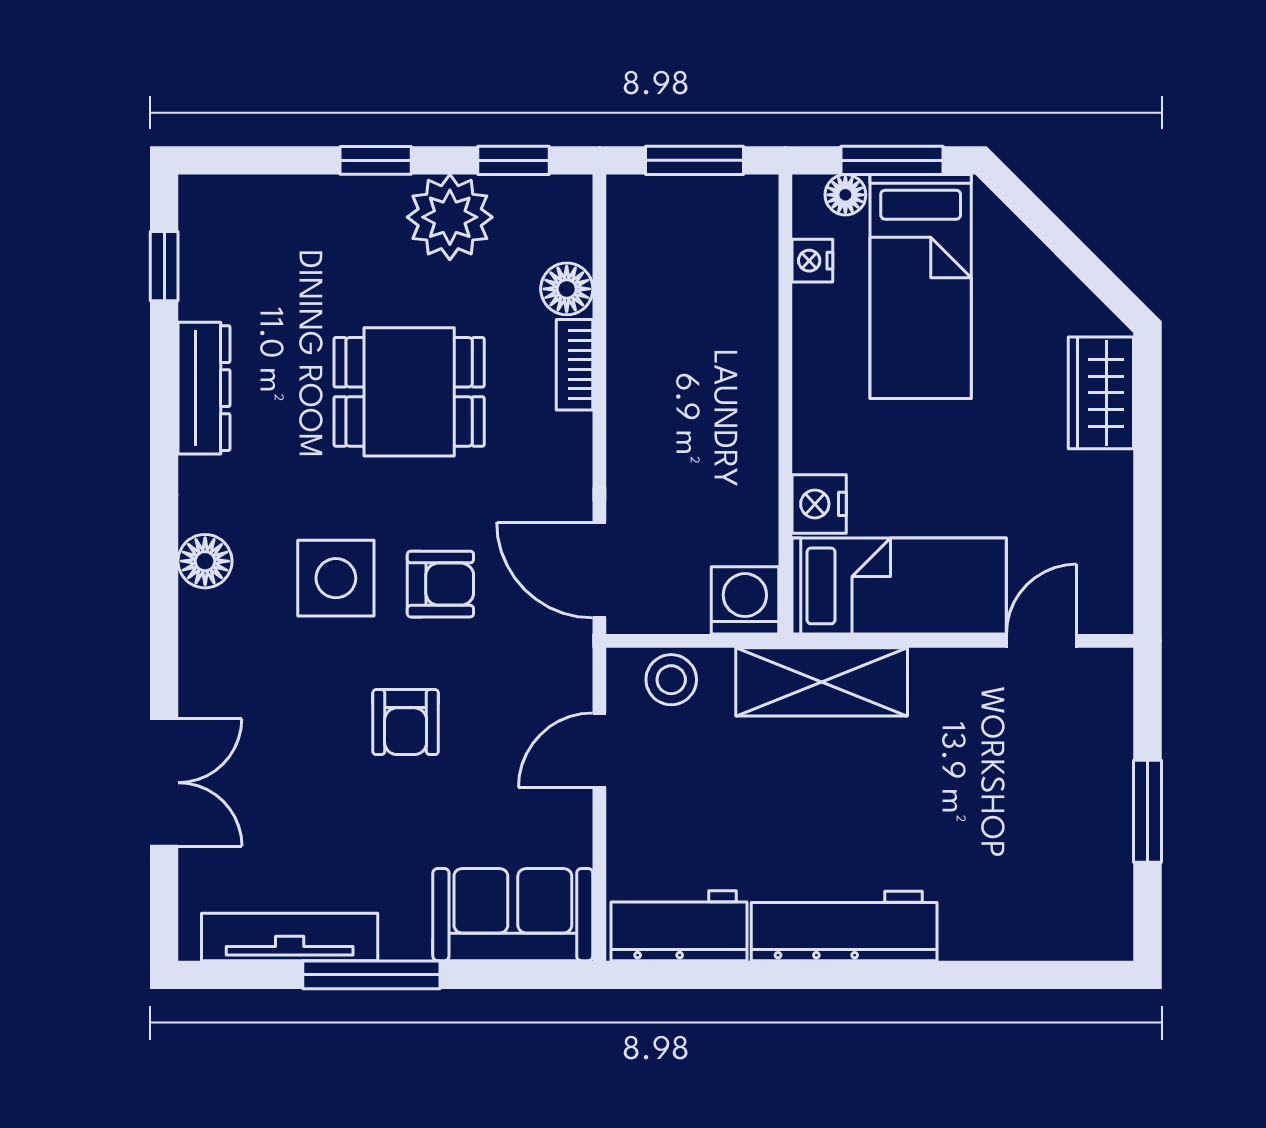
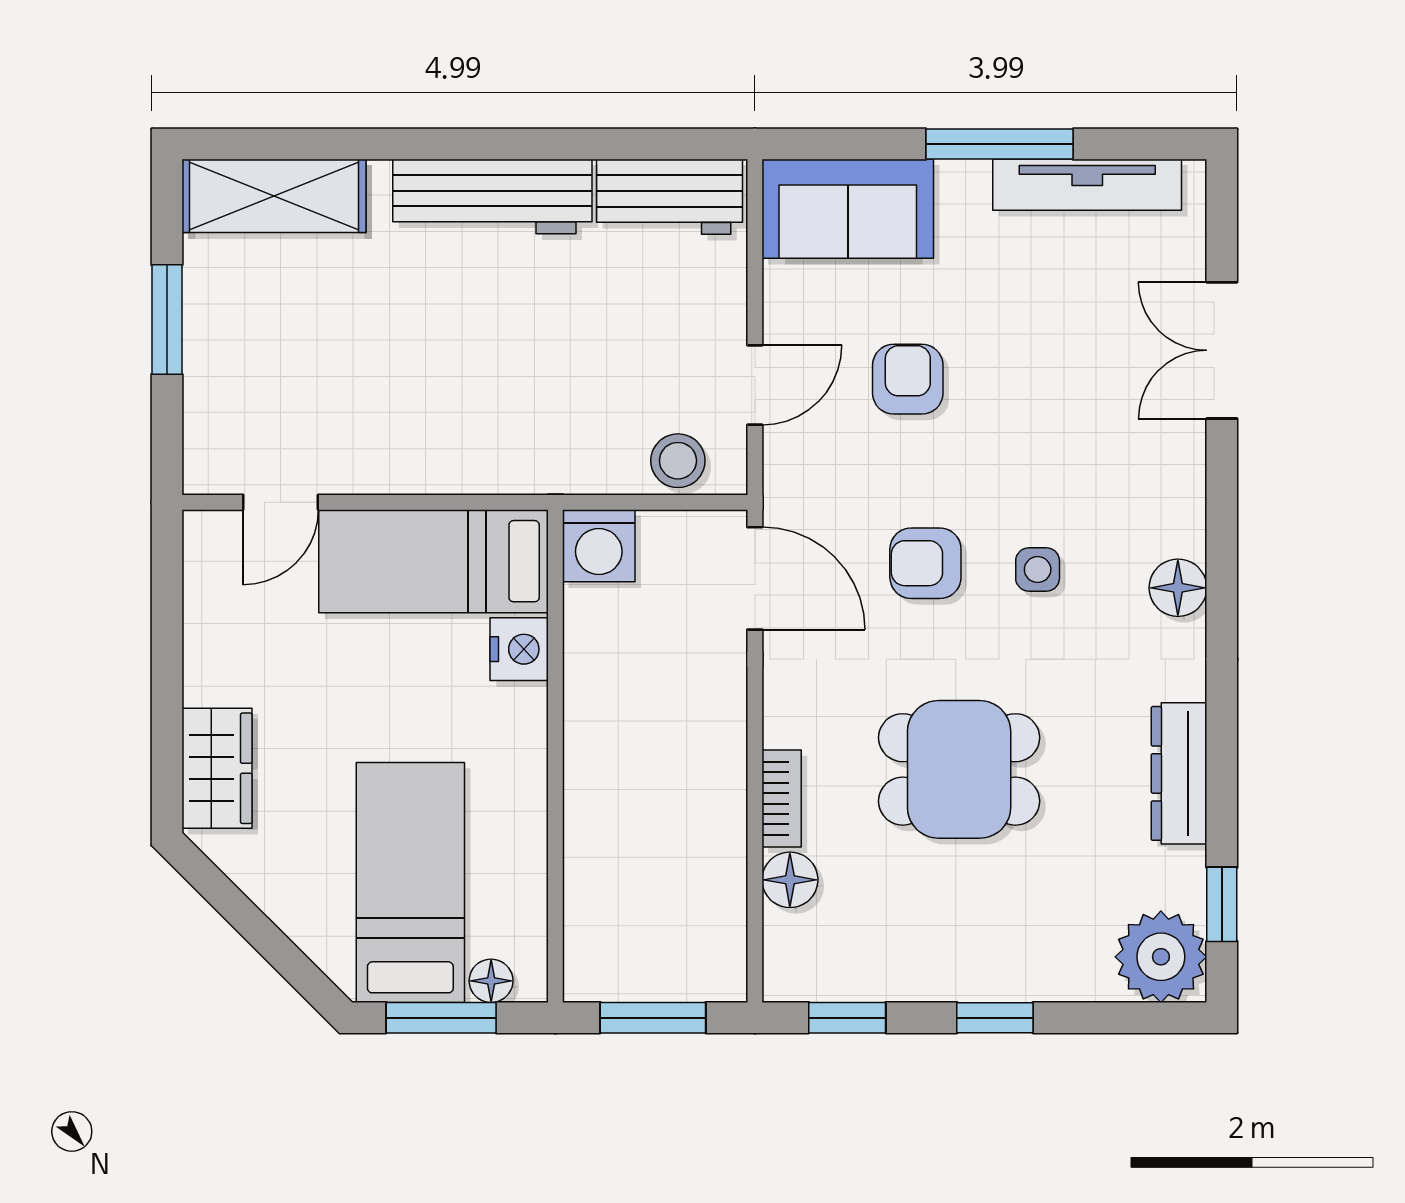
plant: (450, 217) -> (1161, 957), moved
nightstand: (812, 261) -> (526, 910), removed
side table: (336, 578) -> (1038, 570), width x0.54, depth x0.54
shelving: (822, 682) -> (274, 196), moved
armchair: (406, 722) -> (908, 379), moved

